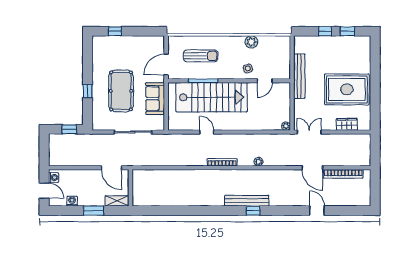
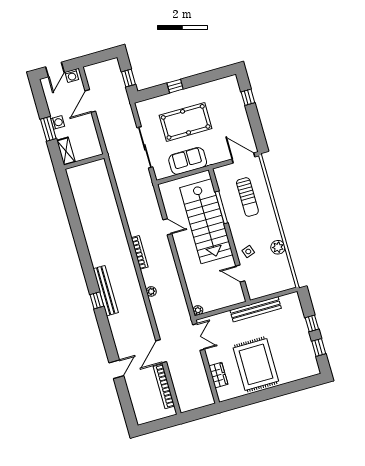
door: (166, 65) -> (243, 158), moved
door: (207, 132) -> (167, 227), hinge flipped
door: (111, 168) -> (90, 101), moved
washing machine: (72, 201) -> (58, 122), moved

